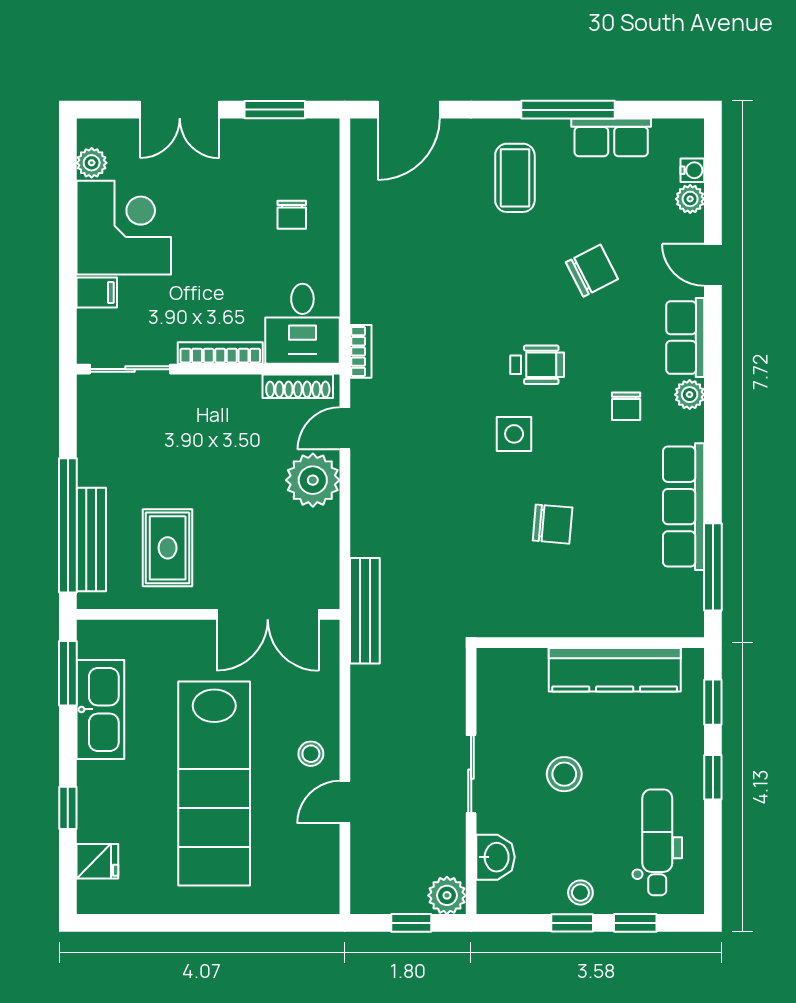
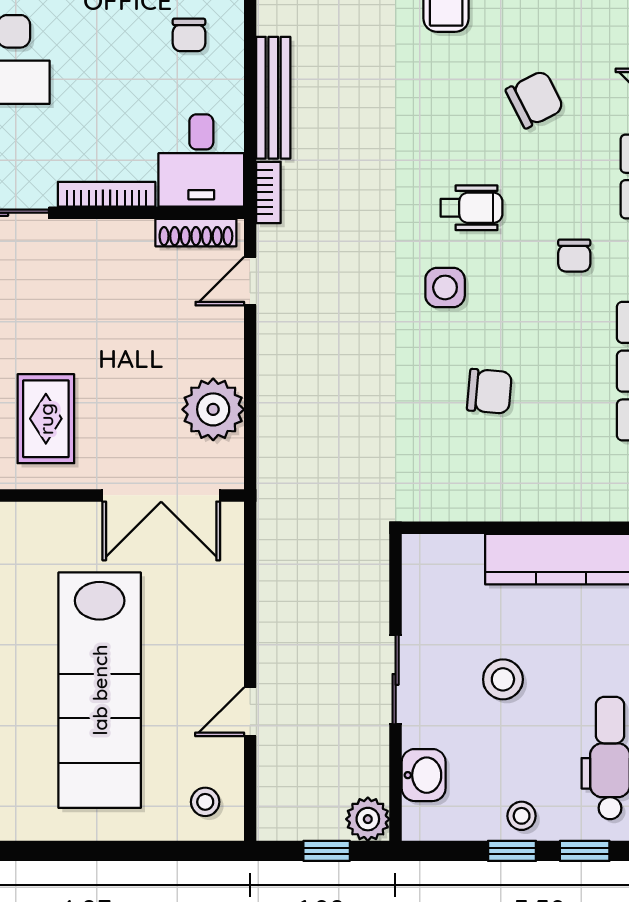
plant: (313, 480) -> (213, 409), moved
bench: (365, 611) -> (273, 98), moved
stool: (311, 754) -> (205, 802), moved

